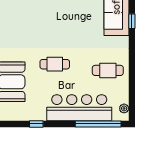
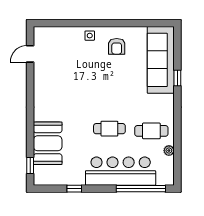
cafe table: (55, 64) -> (109, 129), moved
plant: (124, 108) -> (169, 151), moved

